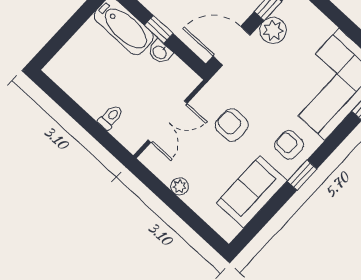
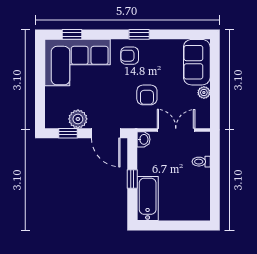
washbasin: (160, 52) -> (144, 139), moved
armchair: (289, 145) -> (130, 56), turned 90
sofa: (252, 192) -> (197, 62), moved, turned 90

